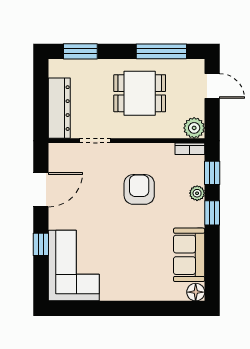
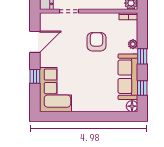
window: (212, 173) -> (142, 88), moved
sofa: (189, 255) -> (128, 77), width x1.36

